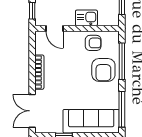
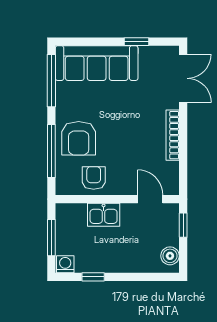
armchair: (93, 43) -> (94, 178), turned 90
armchair: (103, 70) -> (79, 138), turned 180

